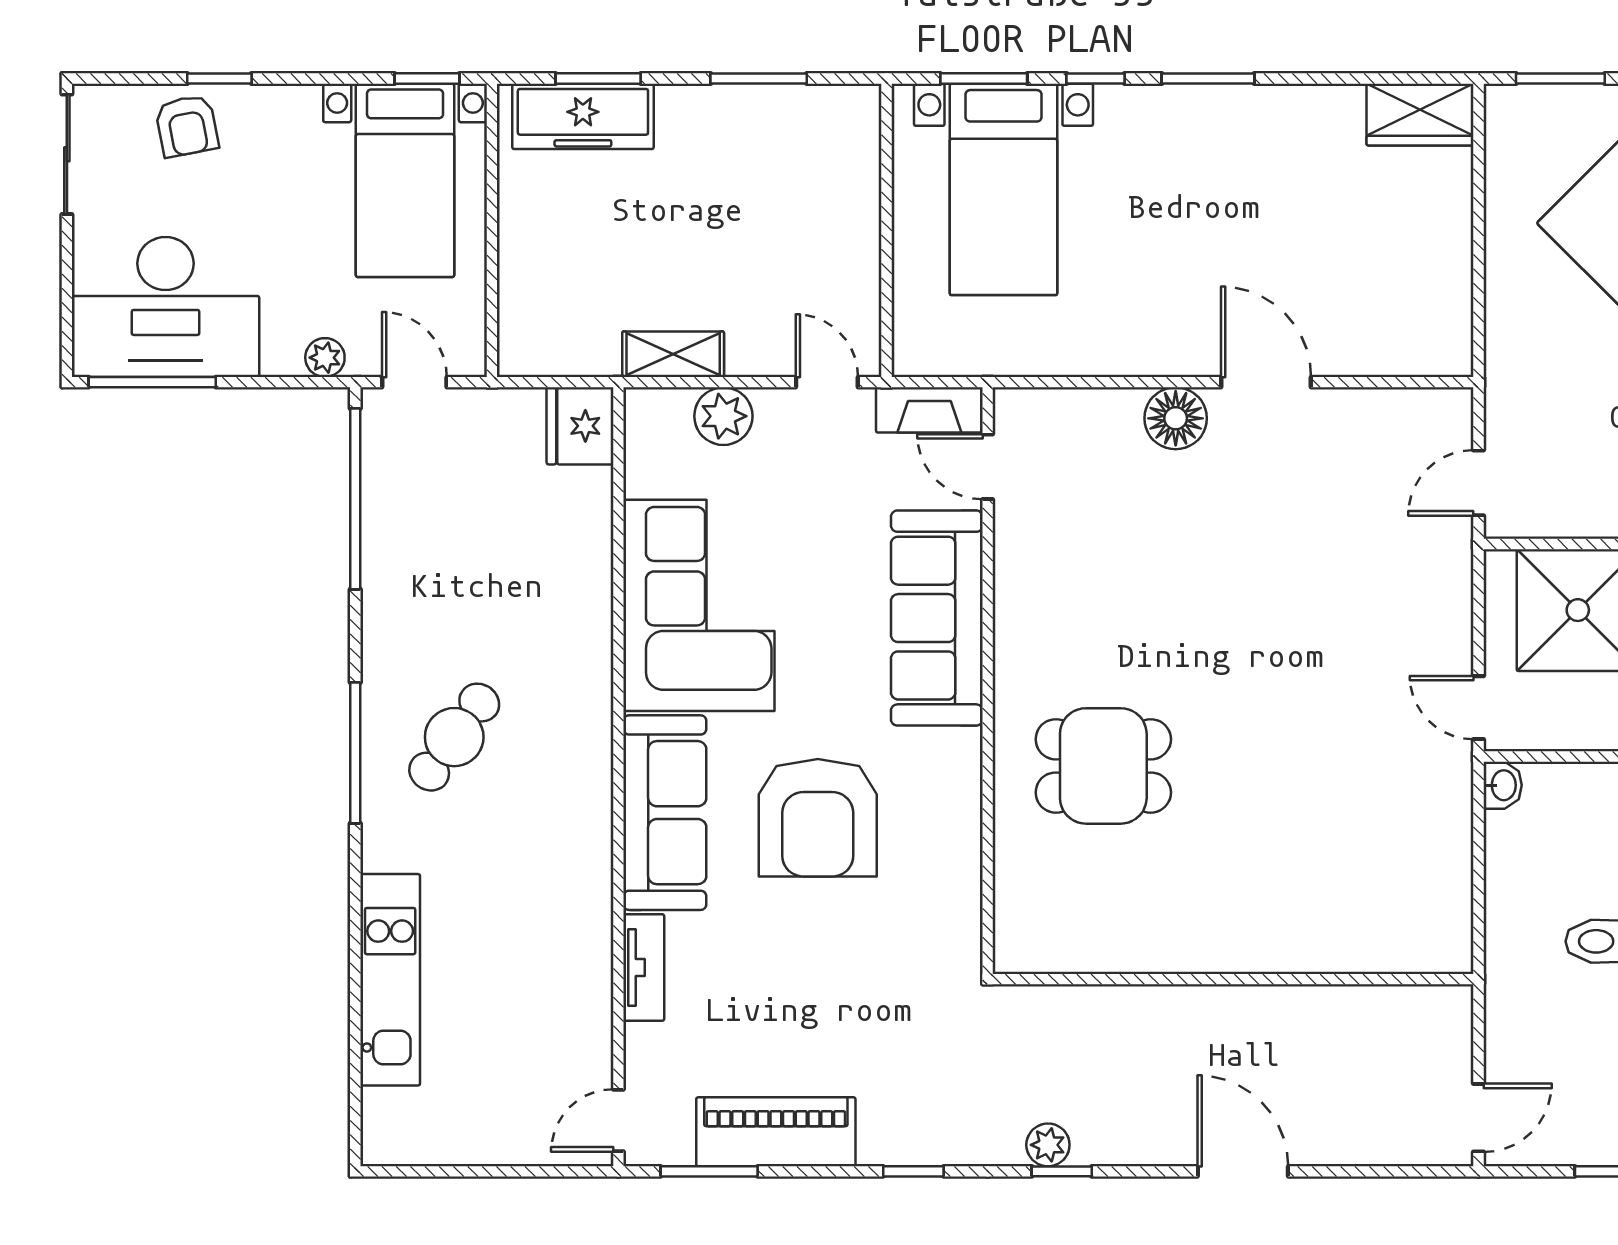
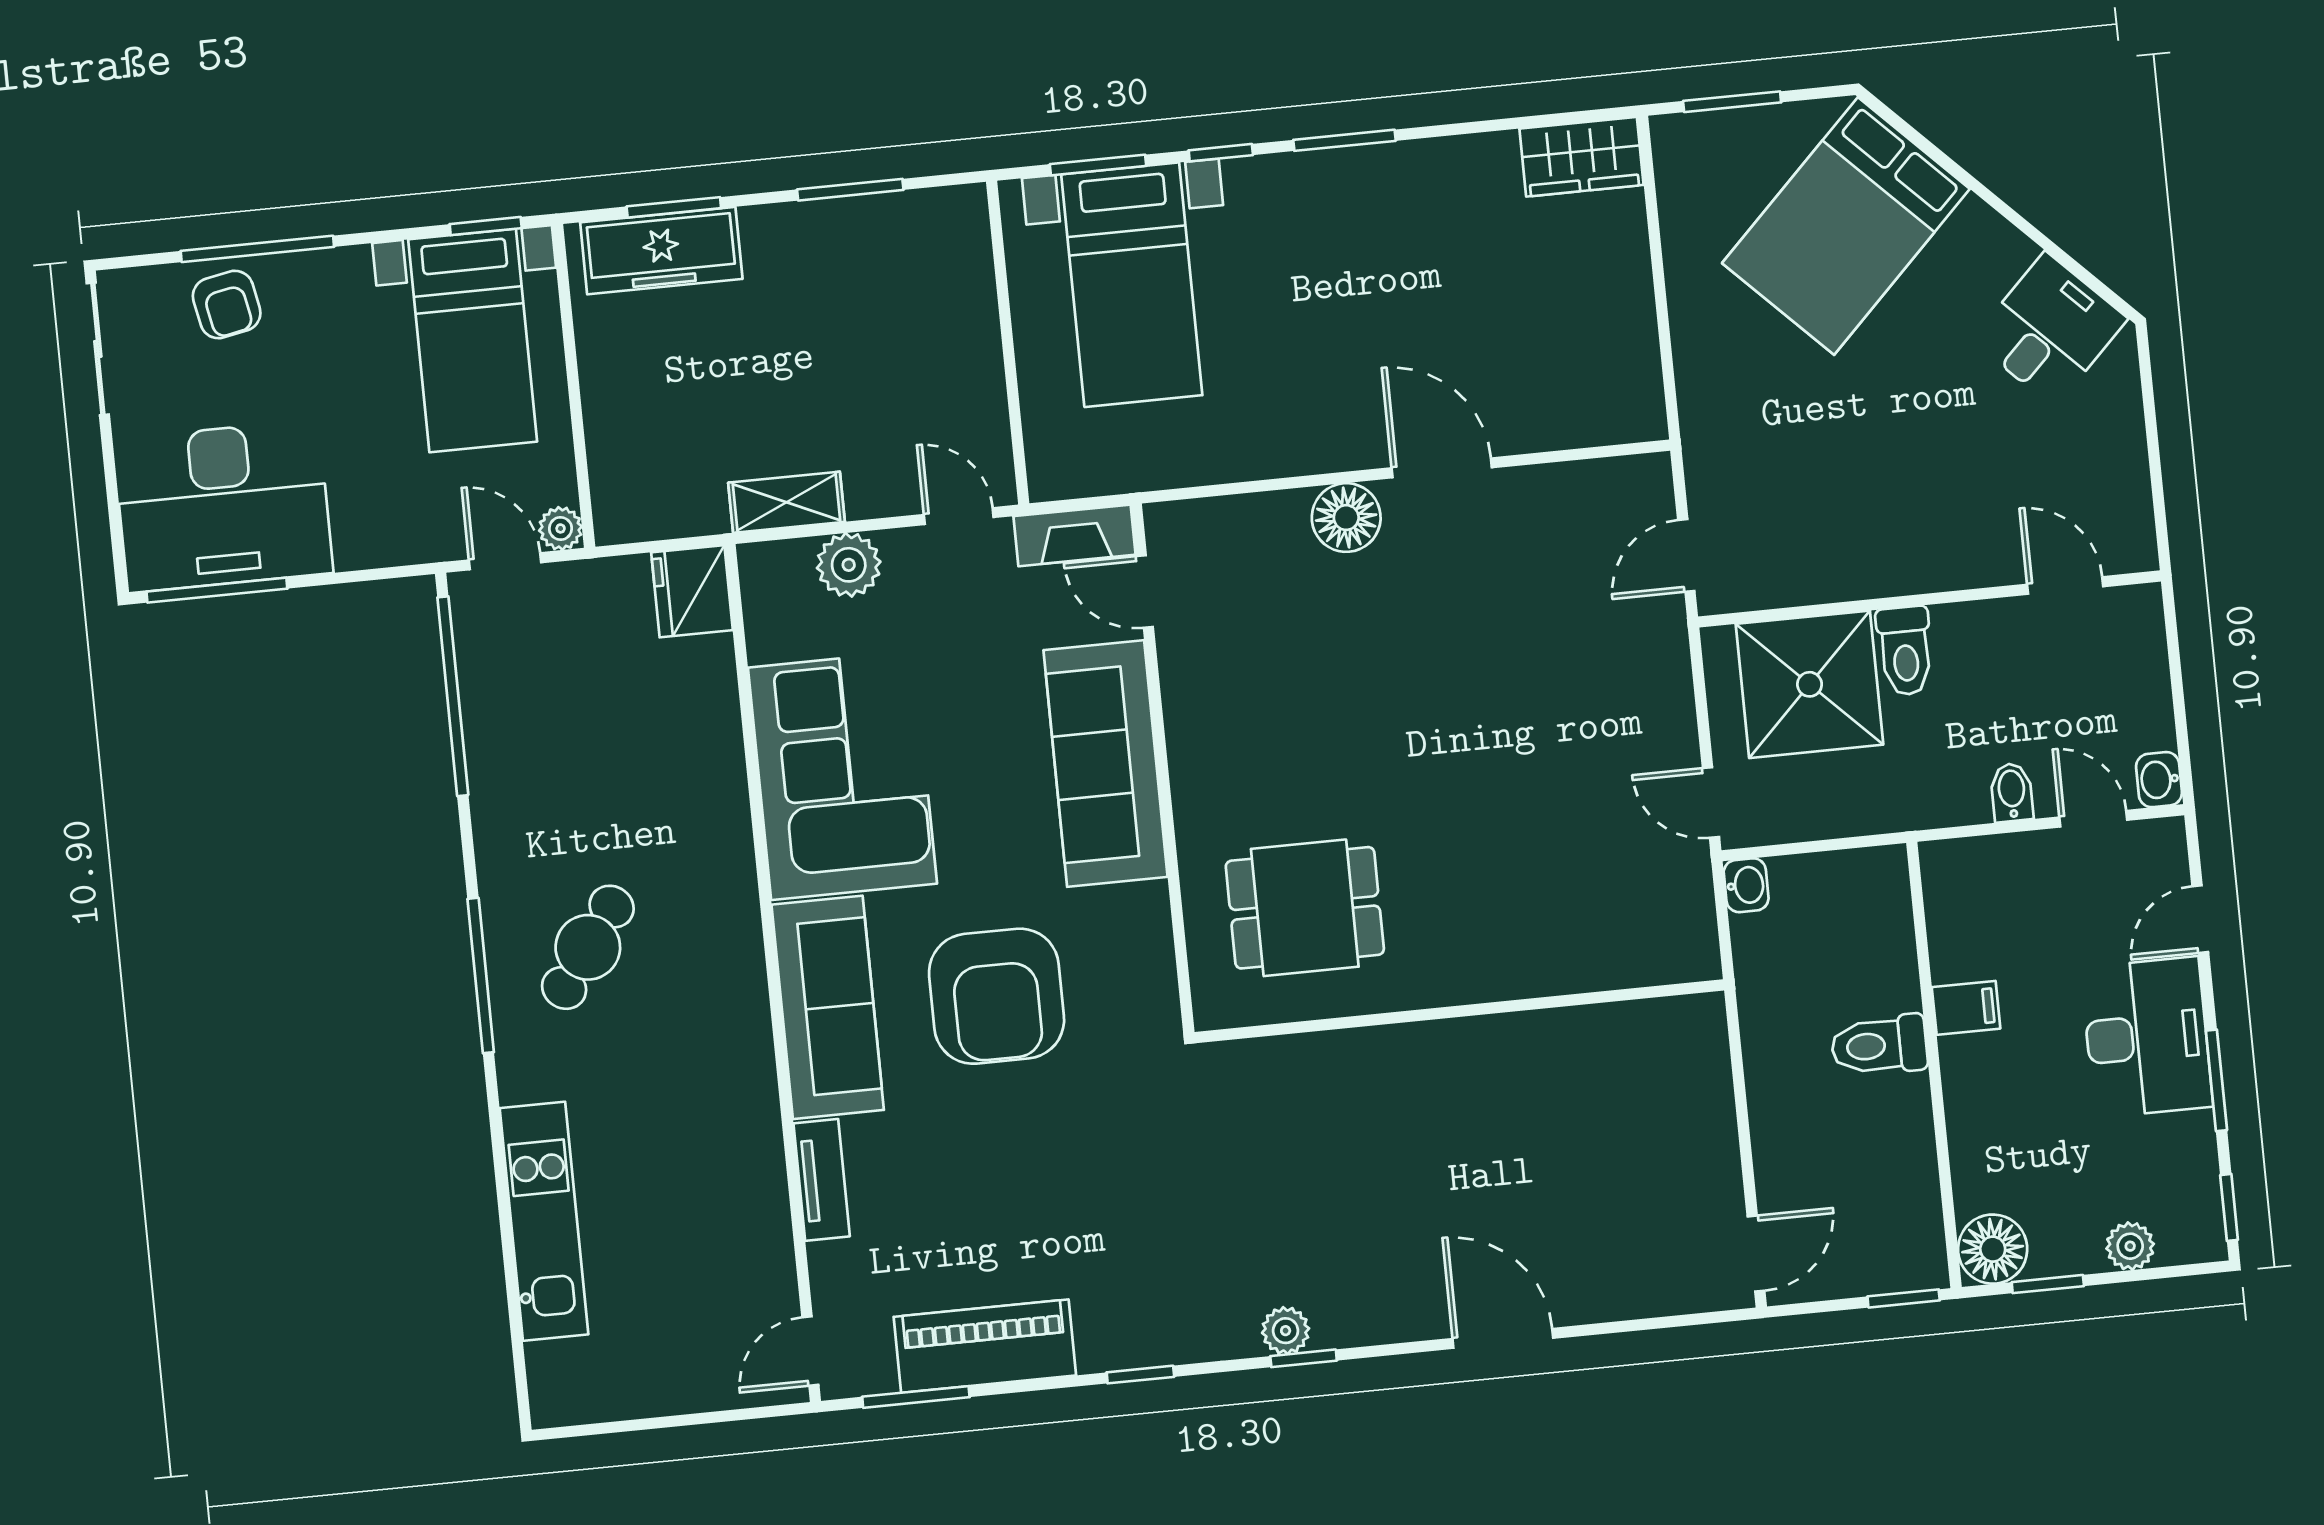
window: (219, 79) -> (257, 249), width x2.17
plant: (325, 358) -> (561, 528), moved
wall: (1233, 979) -> (1459, 1011), moved

